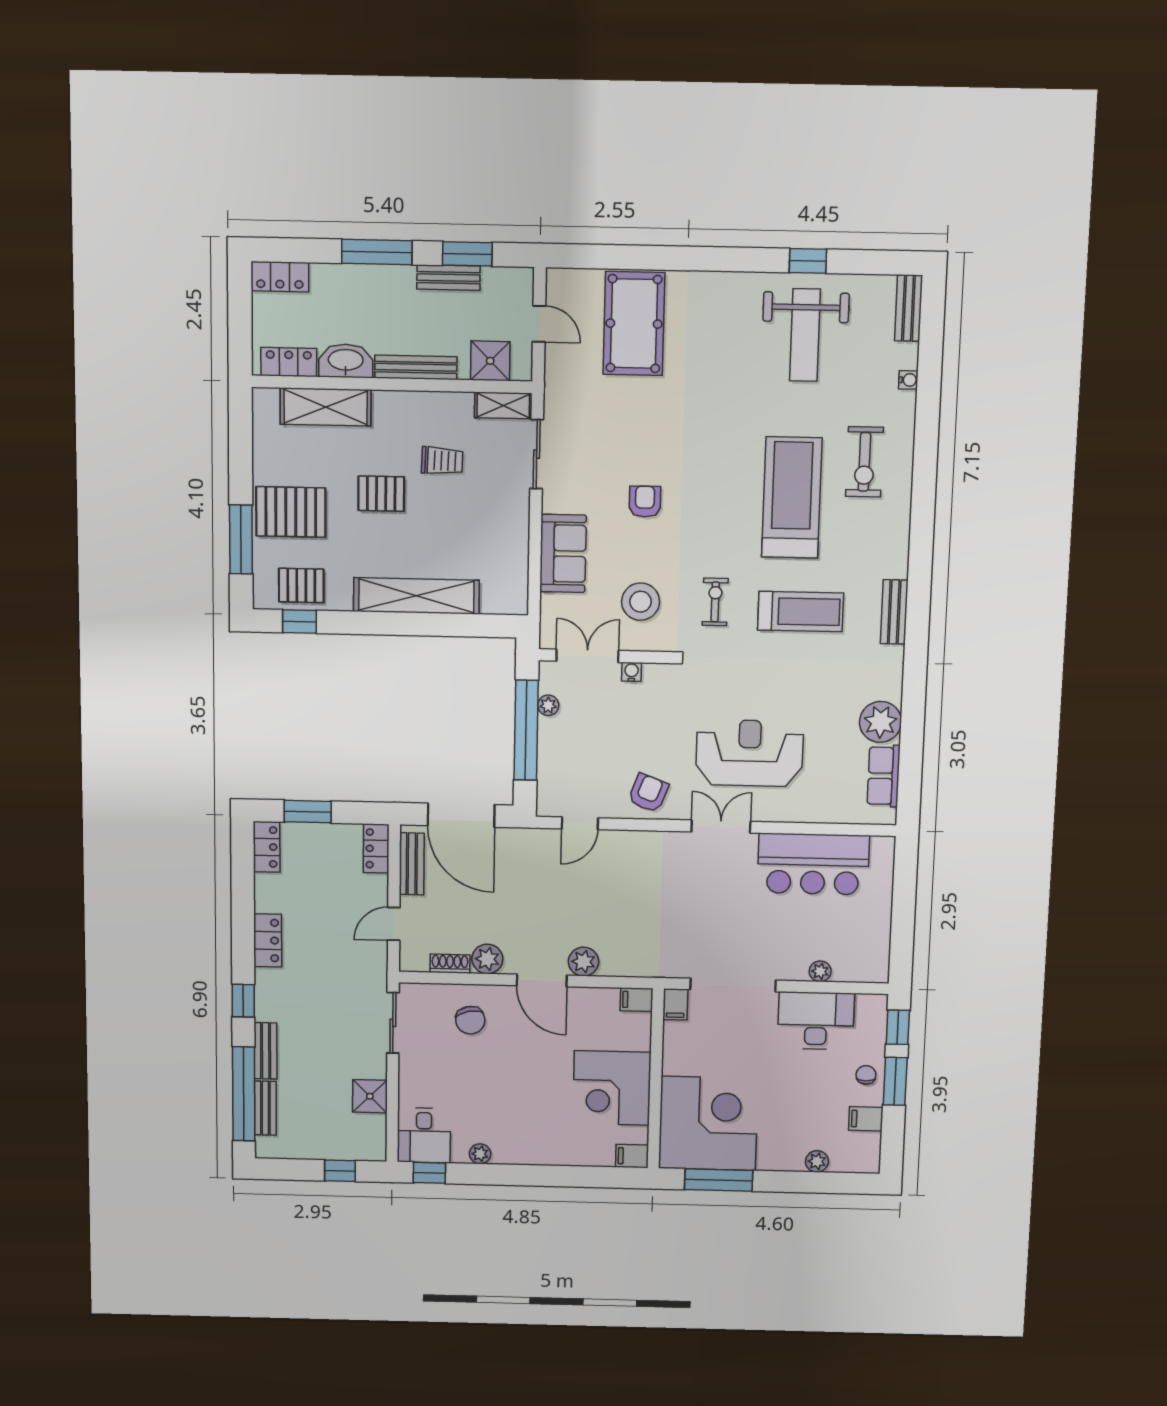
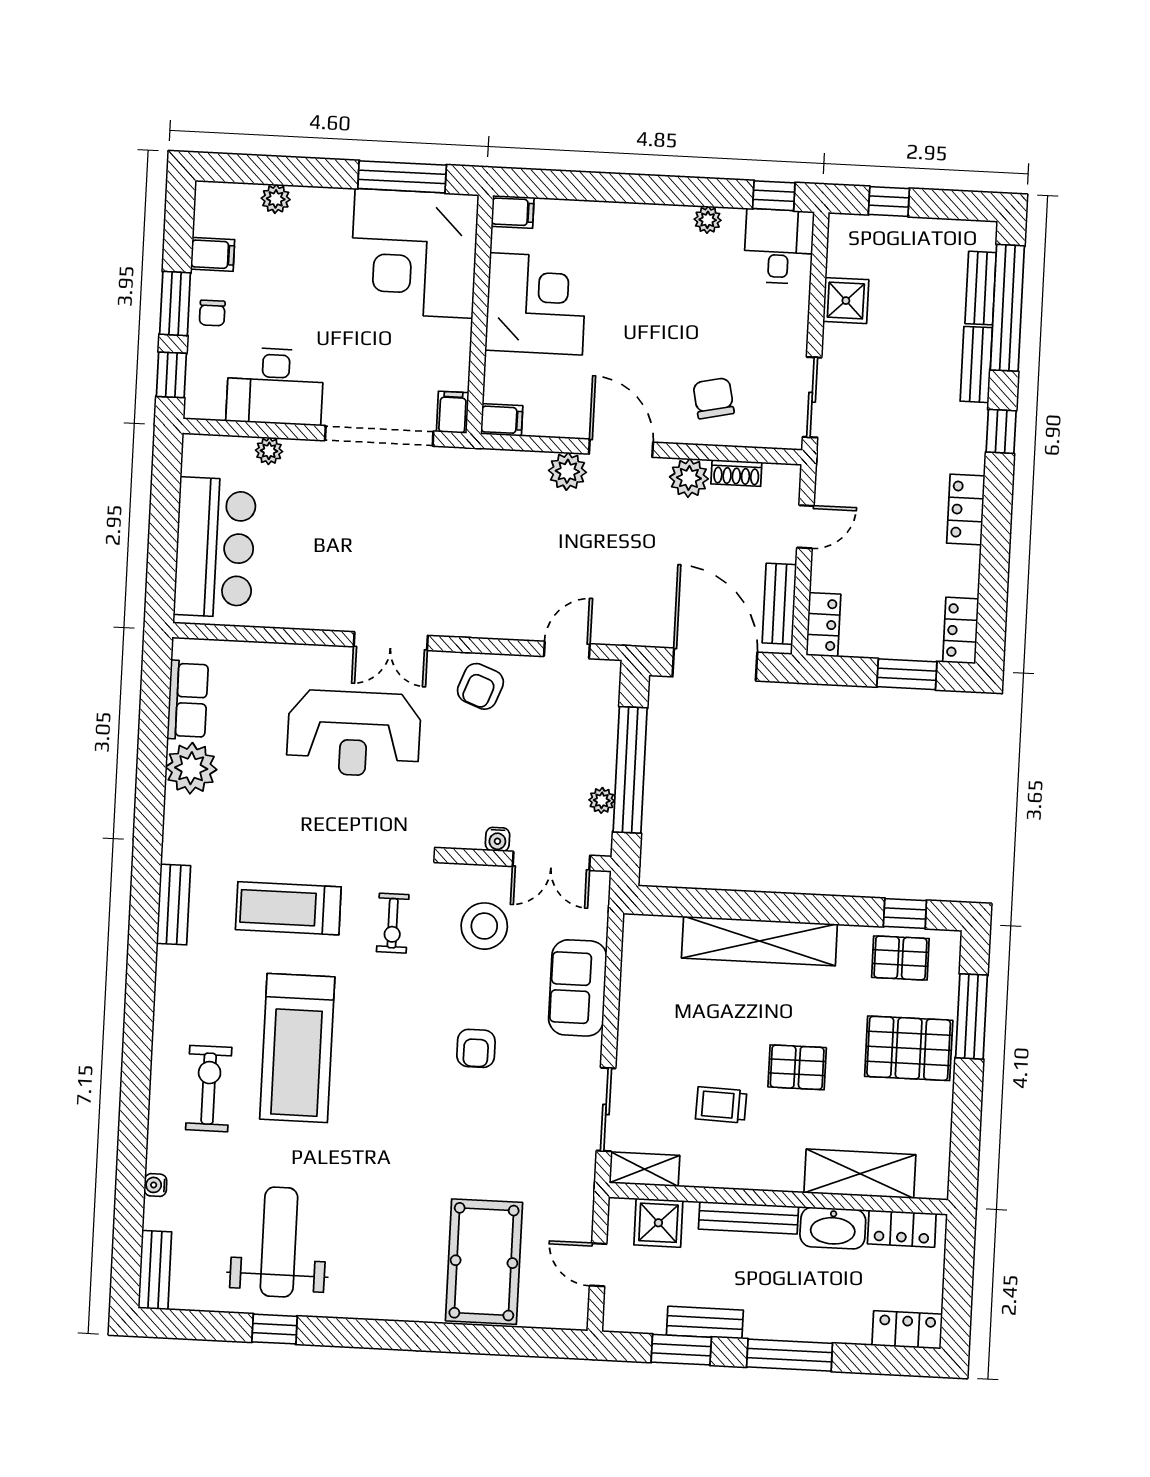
bar counter: (813, 864) -> (215, 547), moved, turned 90

